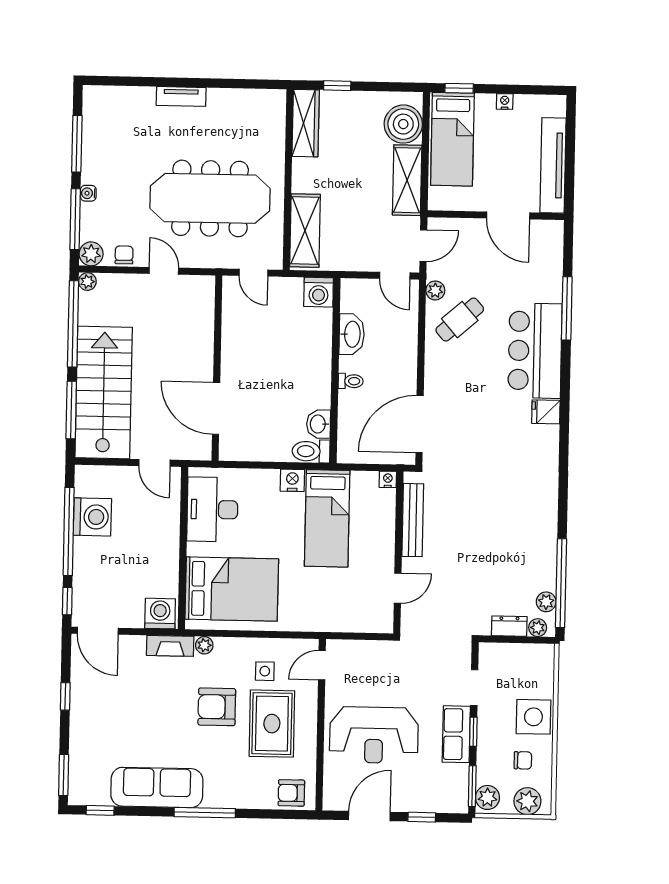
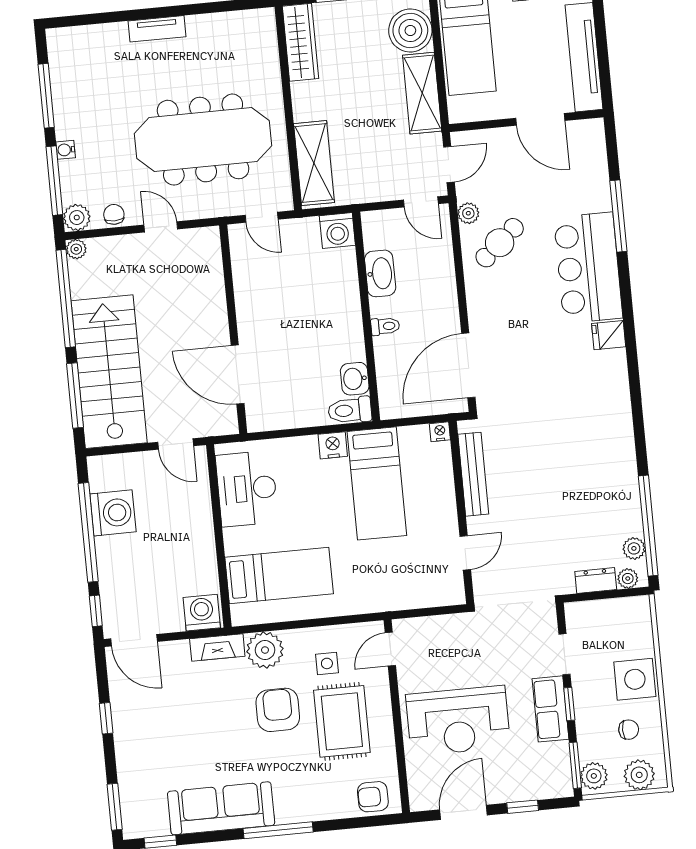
bed: (232, 589) -> (279, 576), width x0.67
plant: (204, 645) -> (265, 650), width x1.88, depth x1.88
armchair: (217, 707) -> (278, 710), turned 90

